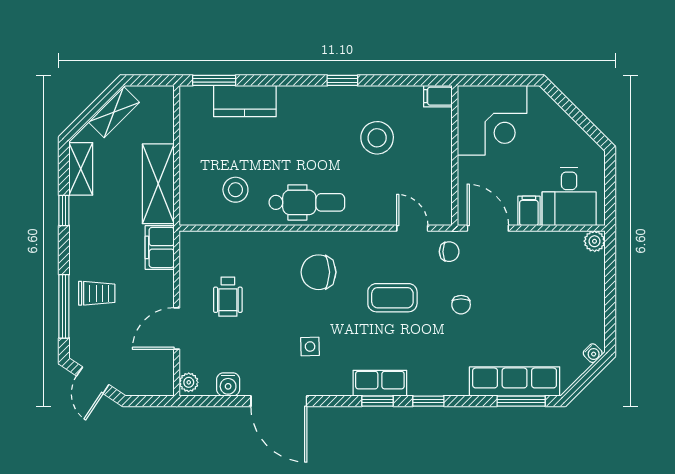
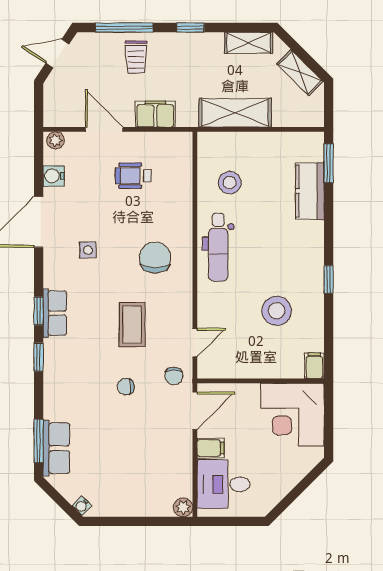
window: (64, 210) -> (190, 28), moved
filing cabinet: (160, 247) -> (155, 114), moved
row of seats: (515, 381) -> (56, 448), width x0.68

